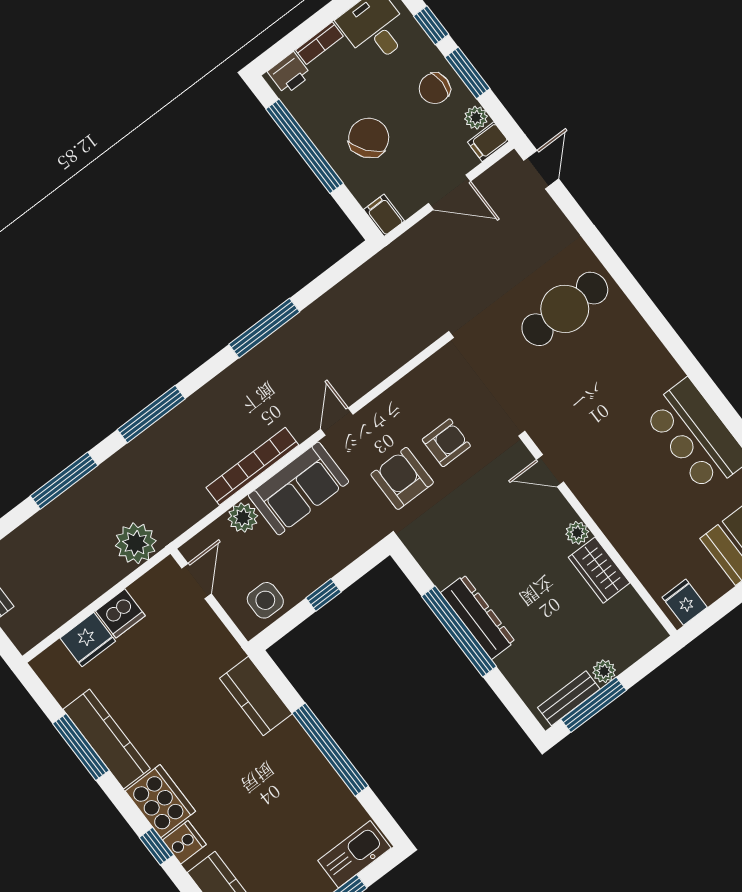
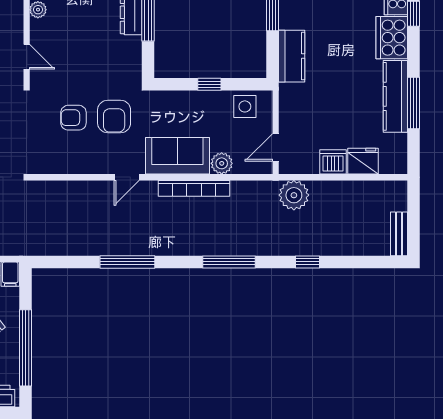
window: (64, 481) -> (308, 262), width x0.46

